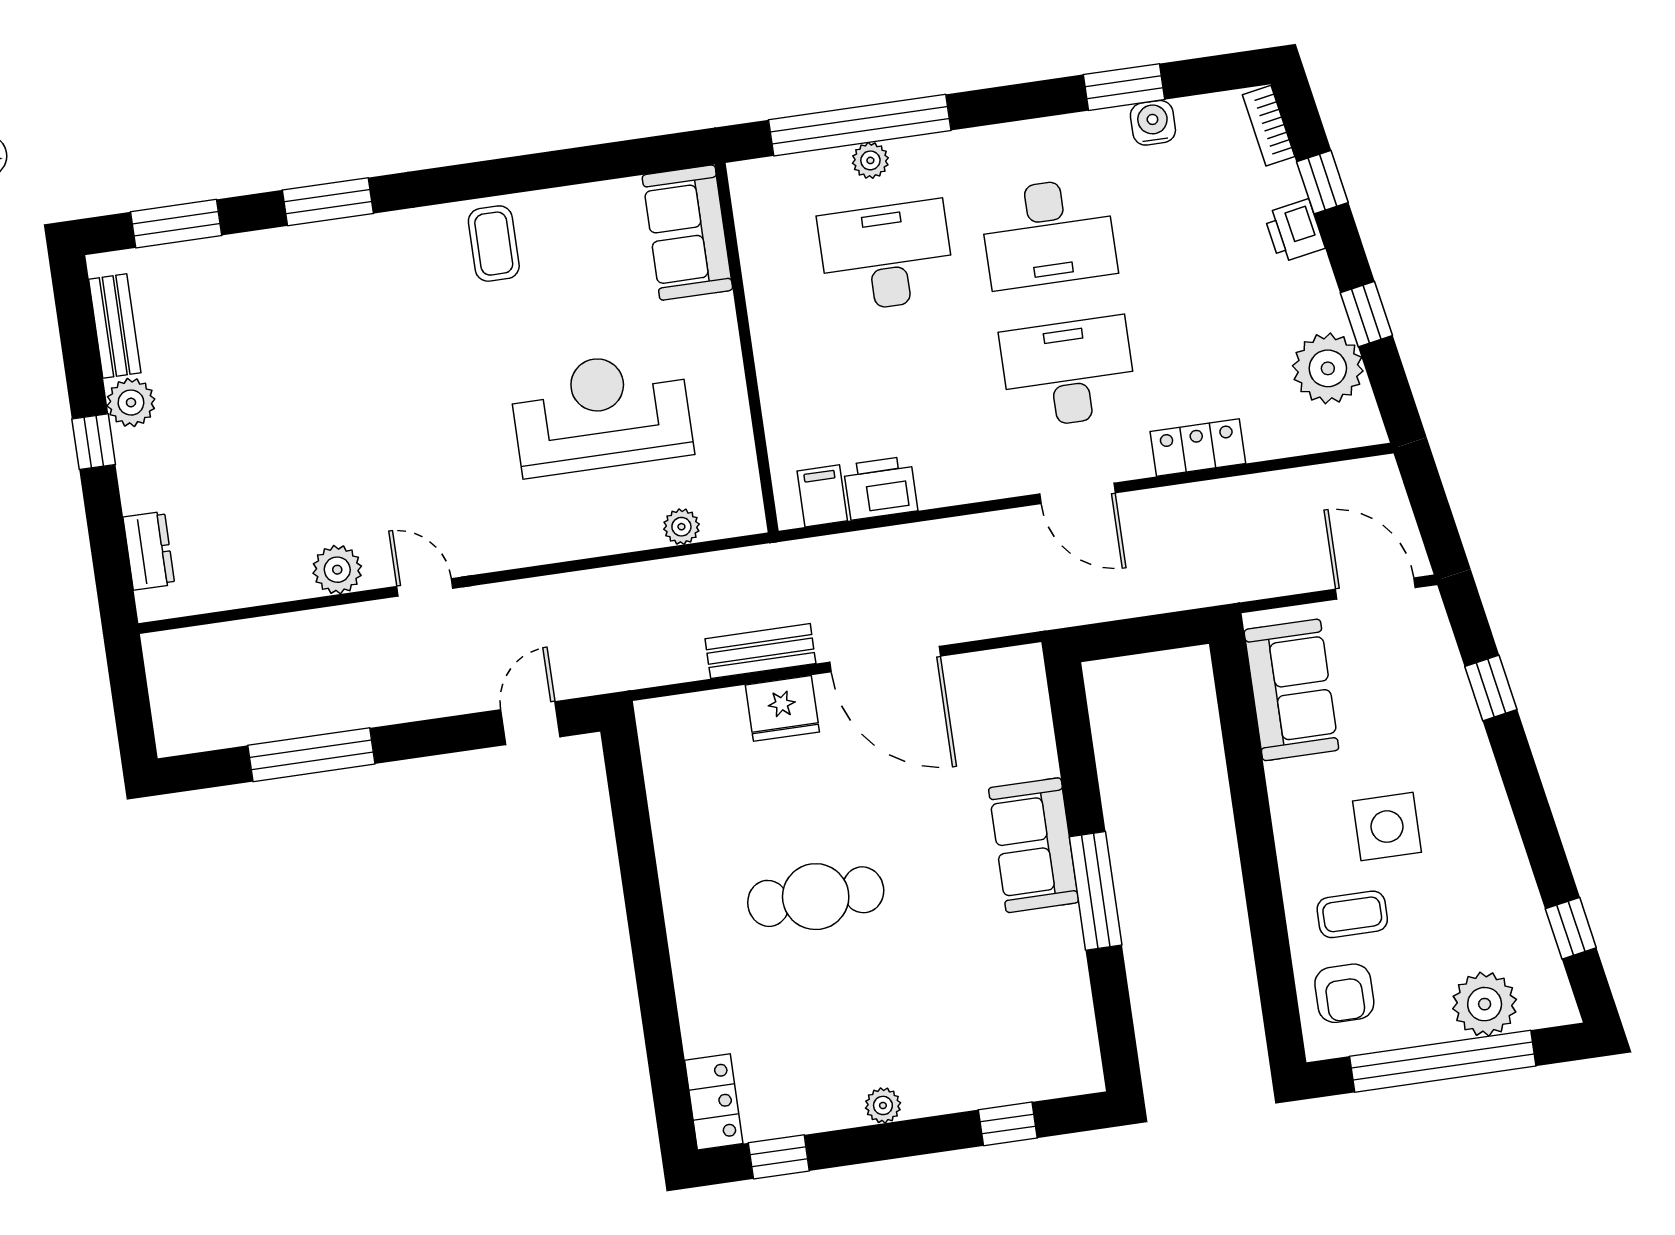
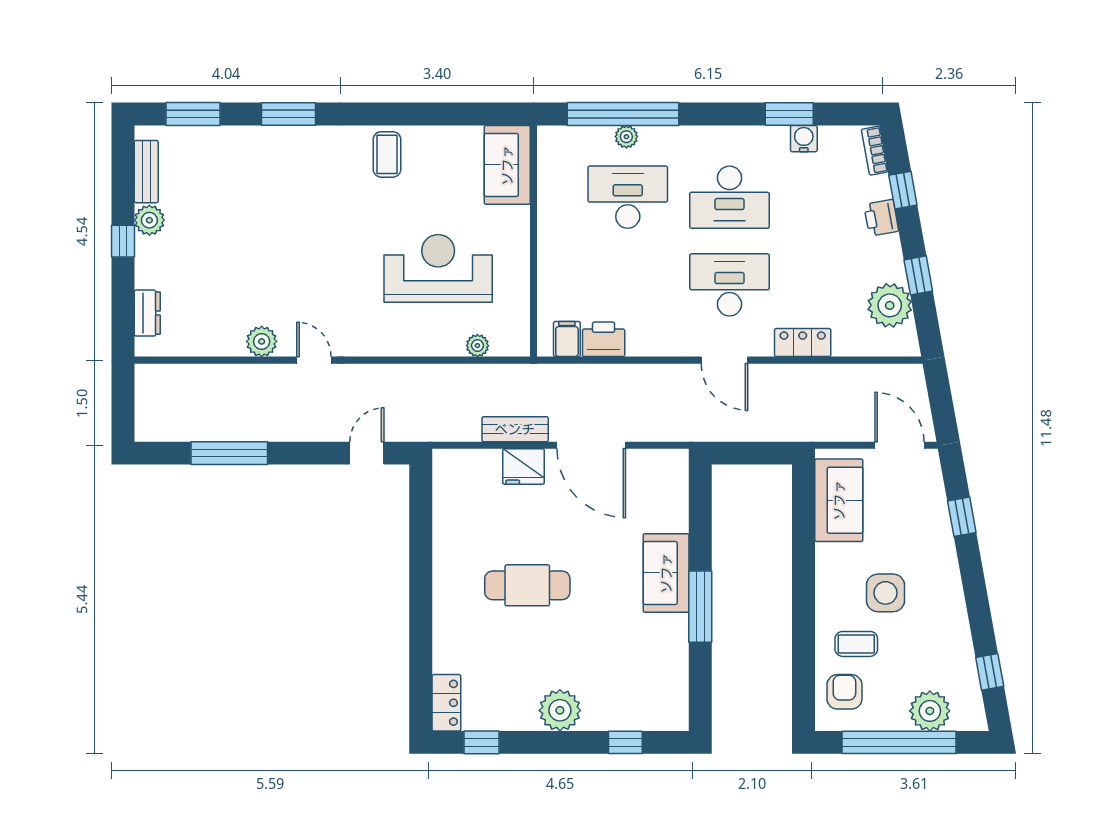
armchair: (1344, 993) -> (844, 692), turned 180
plant: (883, 1105) -> (560, 710), width x1.88, depth x1.88

